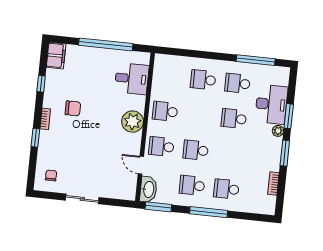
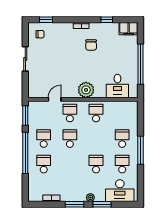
window: (256, 60) -> (141, 150), moved
desk: (271, 104) -> (120, 191), moved
window: (35, 138) -> (46, 20), moved
washbasin: (148, 189) -> (37, 107), removed
window: (209, 212) -> (25, 153), width x1.46

